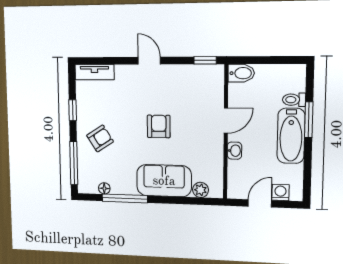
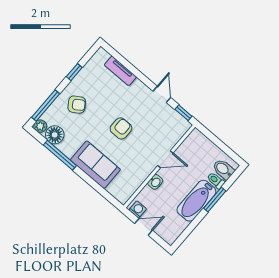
door: (149, 61) -> (162, 94), moved
tv unit: (94, 72) -> (120, 71), moved
bidet: (241, 73) -> (223, 169), moved, turned 180
floor lamp: (104, 188) -> (55, 135), width x1.89, depth x1.89
plant: (201, 190) -> (40, 126), moved
washing machine: (280, 192) -> (138, 209), moved

